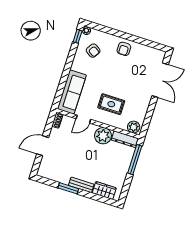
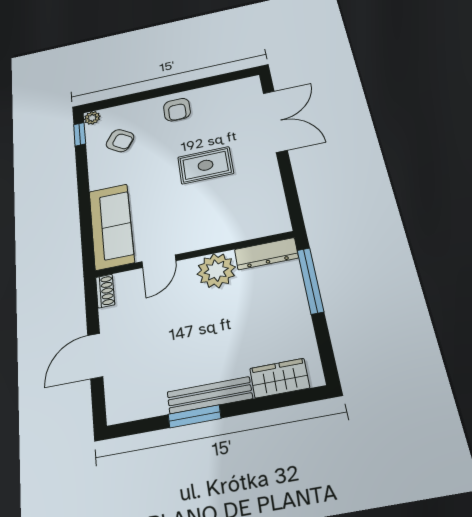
rug: (111, 104) -> (206, 165), moved
plant: (134, 127) -> (271, 223), removed
bench: (81, 185) -> (210, 395), width x1.36

